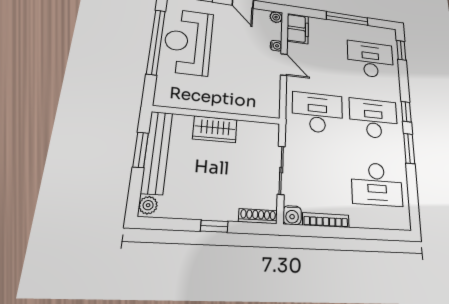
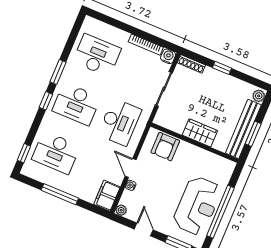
armchair: (253, 100) -> (165, 147), added
desk: (317, 113) -> (120, 122), turned -90

